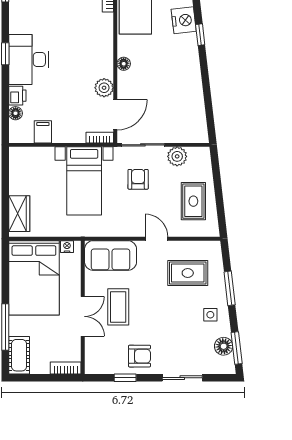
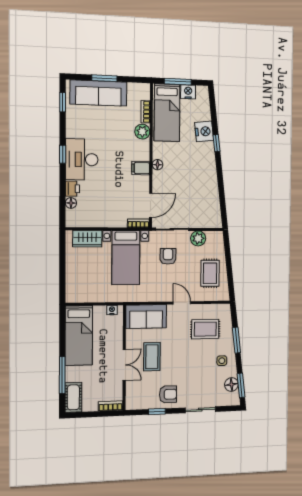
plant: (104, 88) -> (142, 132), moved
filing cabinet: (43, 132) -> (141, 168), moved, turned -90
wardrobe: (19, 214) -> (87, 239), moved, turned 90
bed: (34, 278) -> (79, 335), width x0.67

